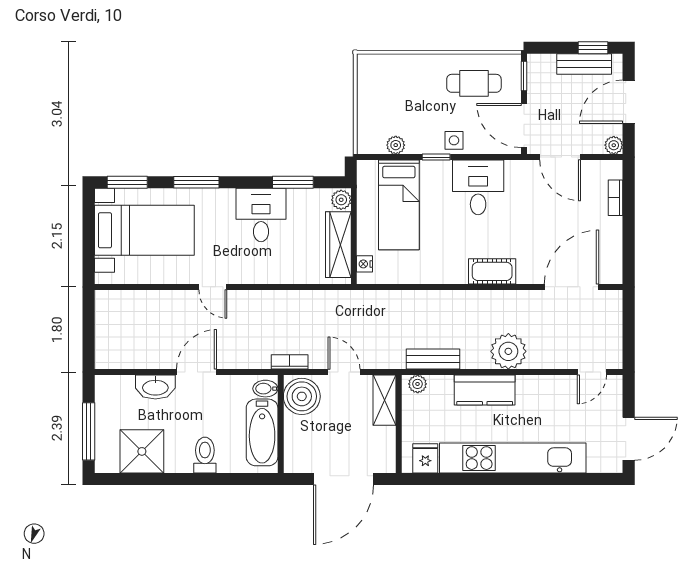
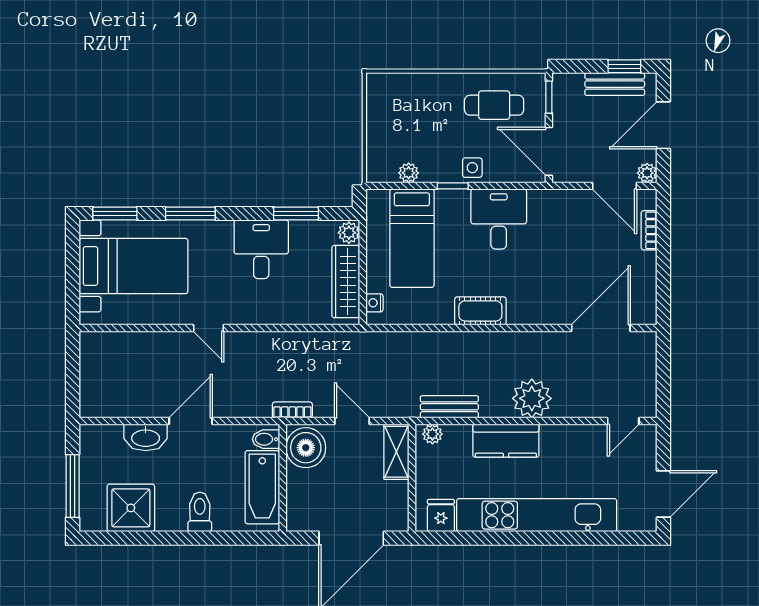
door: (560, 157) -> (614, 186), moved
cot: (492, 271) -> (480, 311), moved

